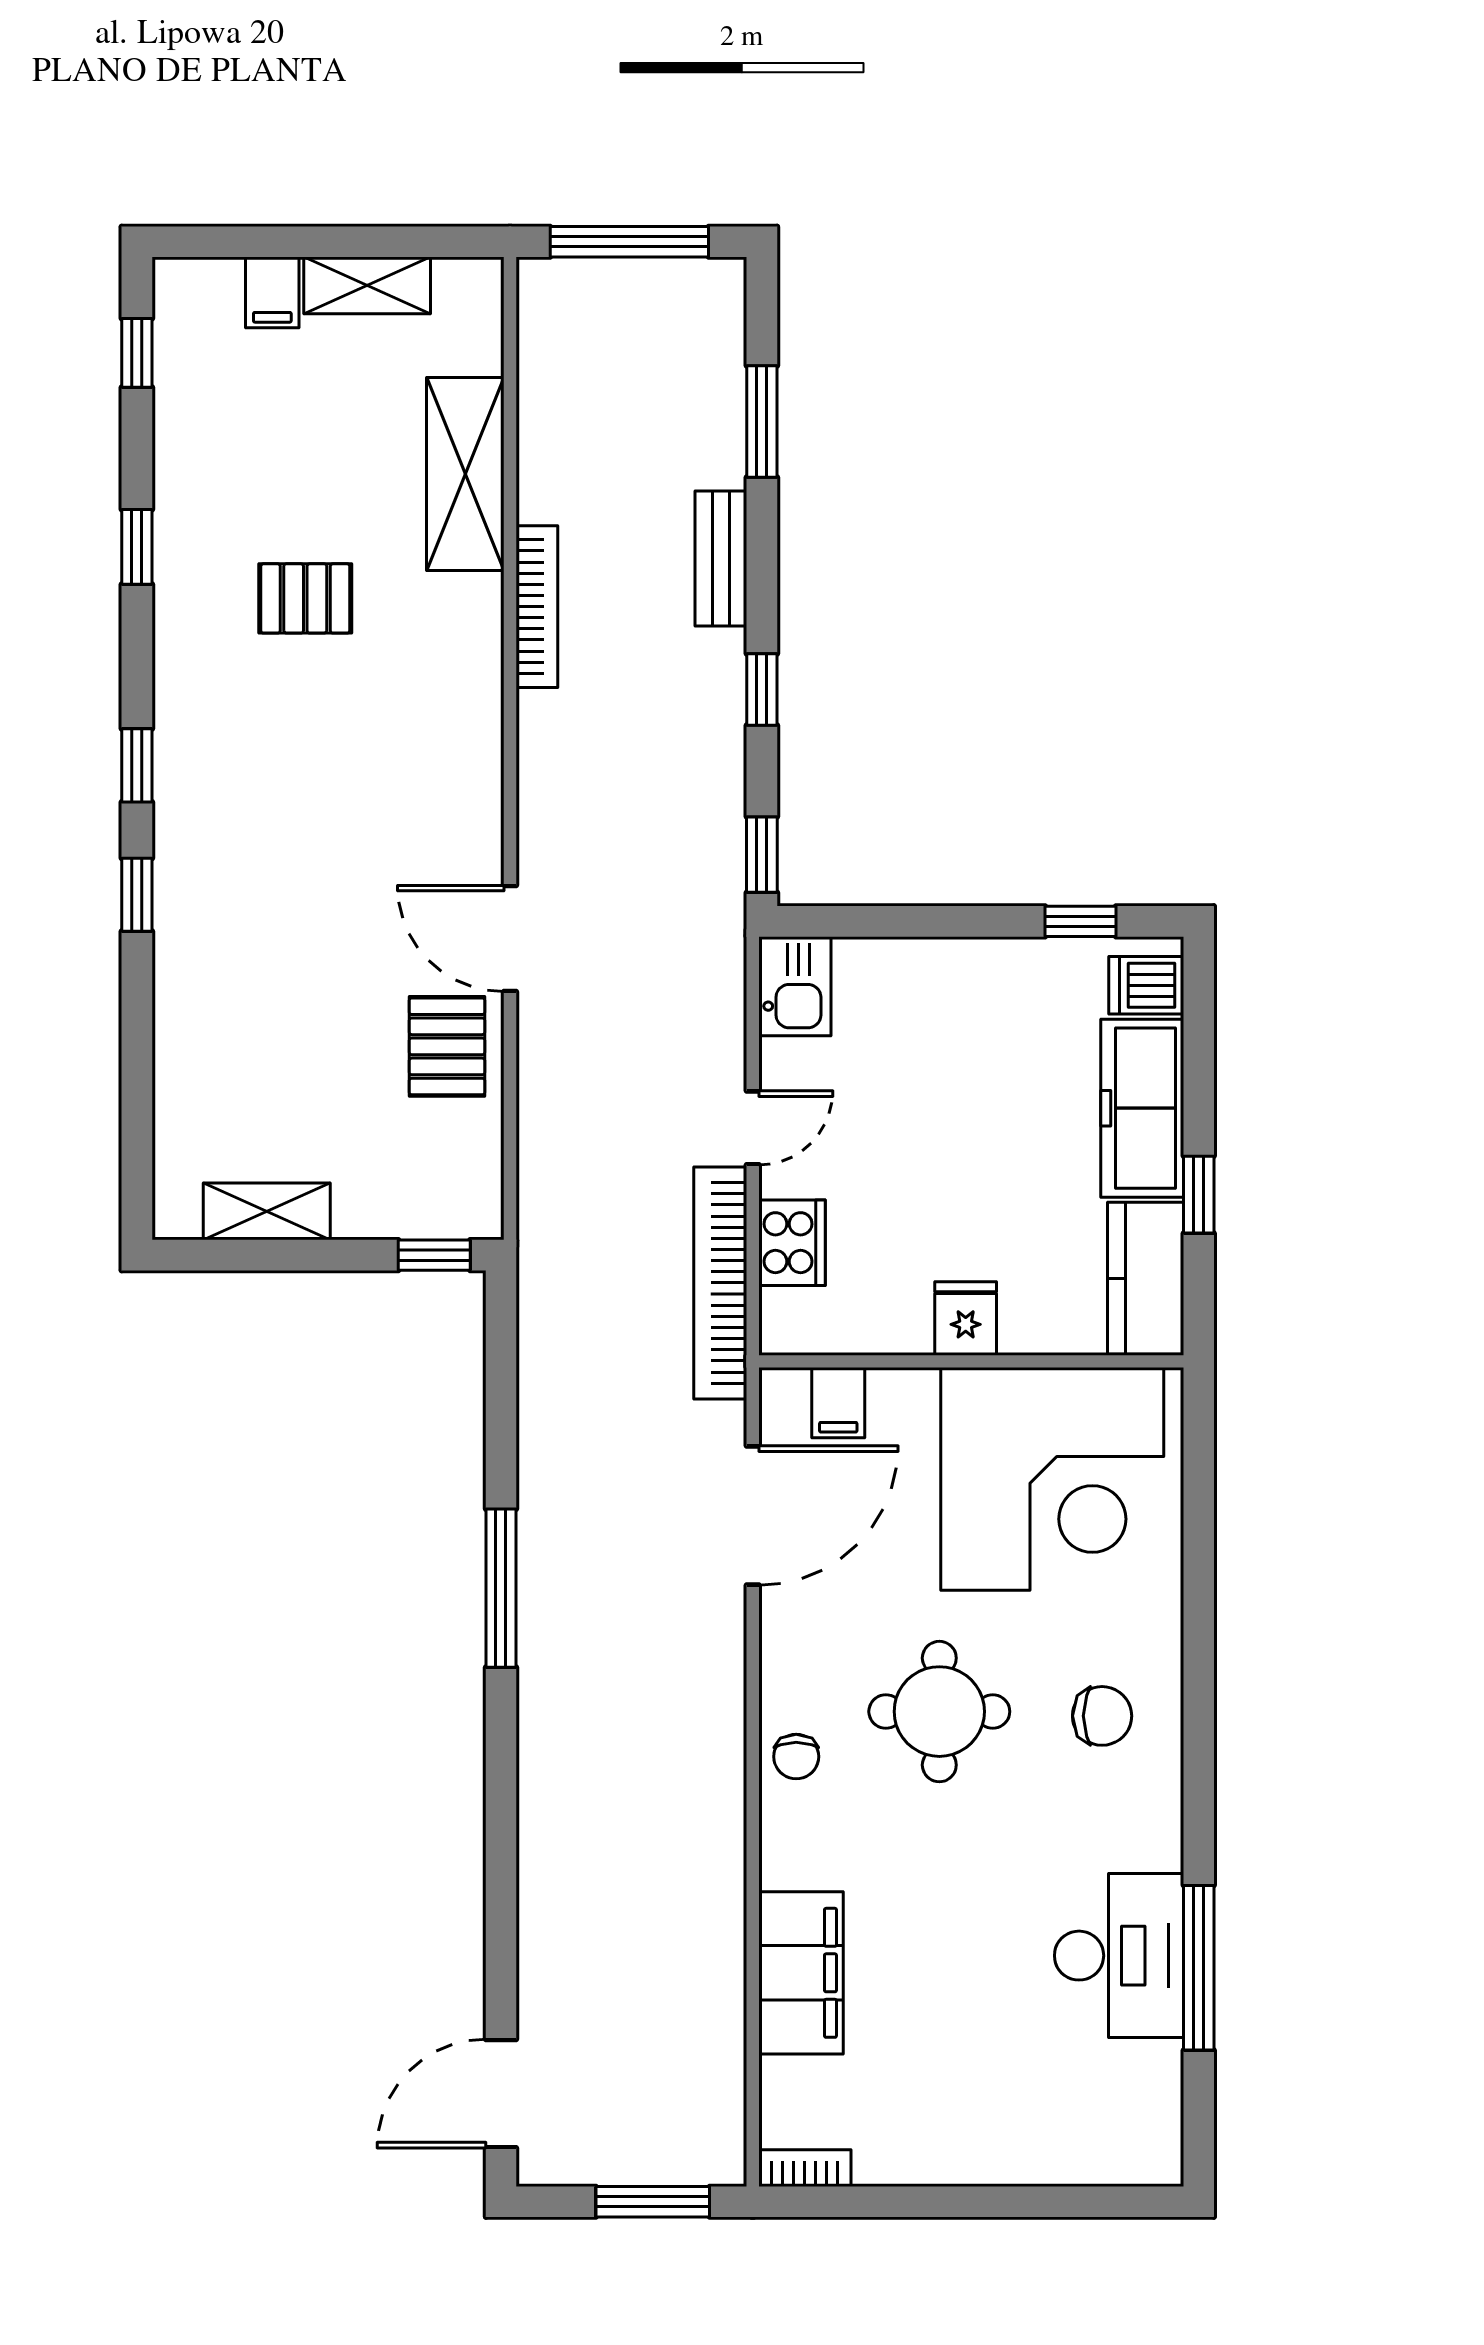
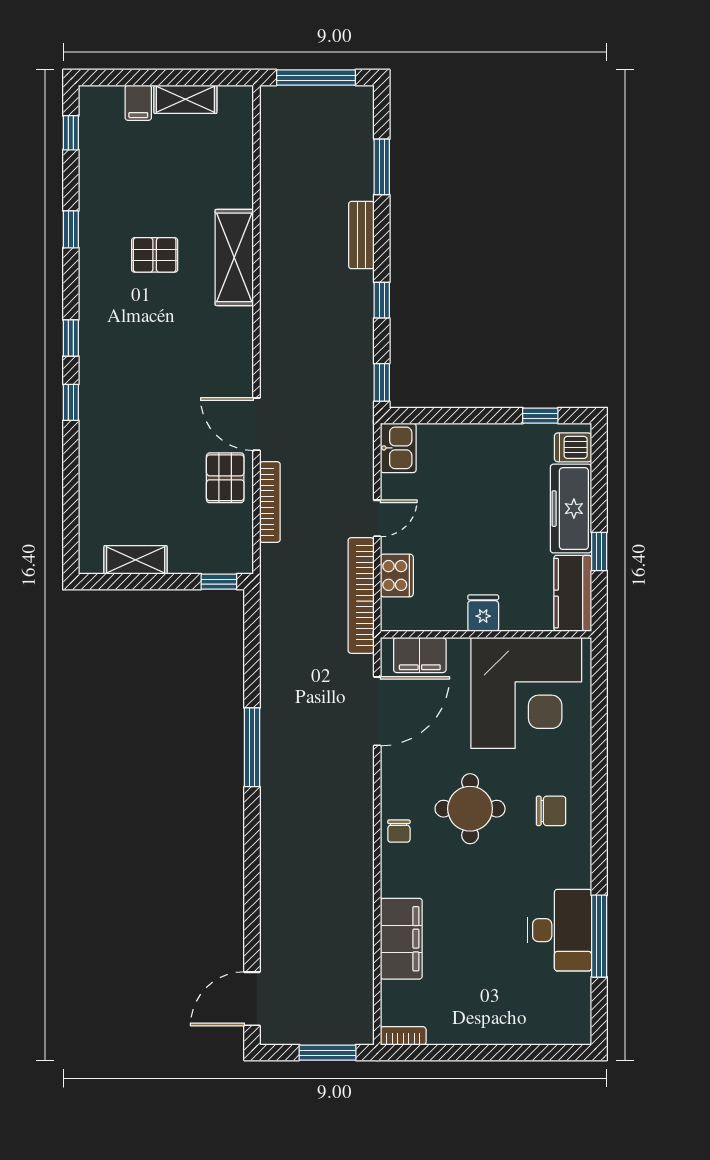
shelving: (465, 474) -> (234, 257), moved
bookcase: (537, 607) -> (270, 502), moved
filing cabinet: (838, 1403) -> (420, 655), width x2.00

